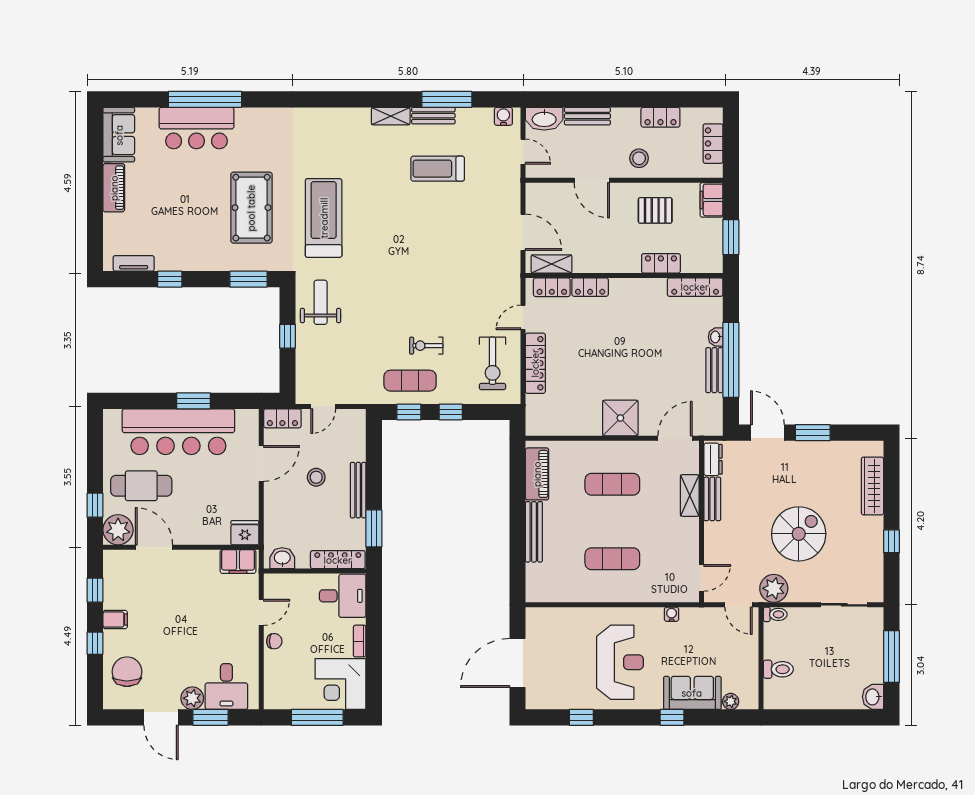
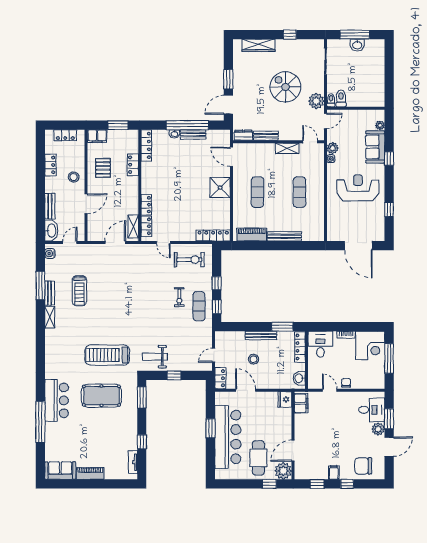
bar counter: (196, 128) -> (57, 400), moved
locker: (535, 363) -> (213, 235), moved
door: (323, 406) -> (214, 355), swing flipped
shelving: (690, 495) -> (287, 148), moved
plant: (690, 617) -> (333, 148), added
toilet: (778, 669) -> (341, 98), moved
washbasin: (873, 697) -> (357, 45), moved

